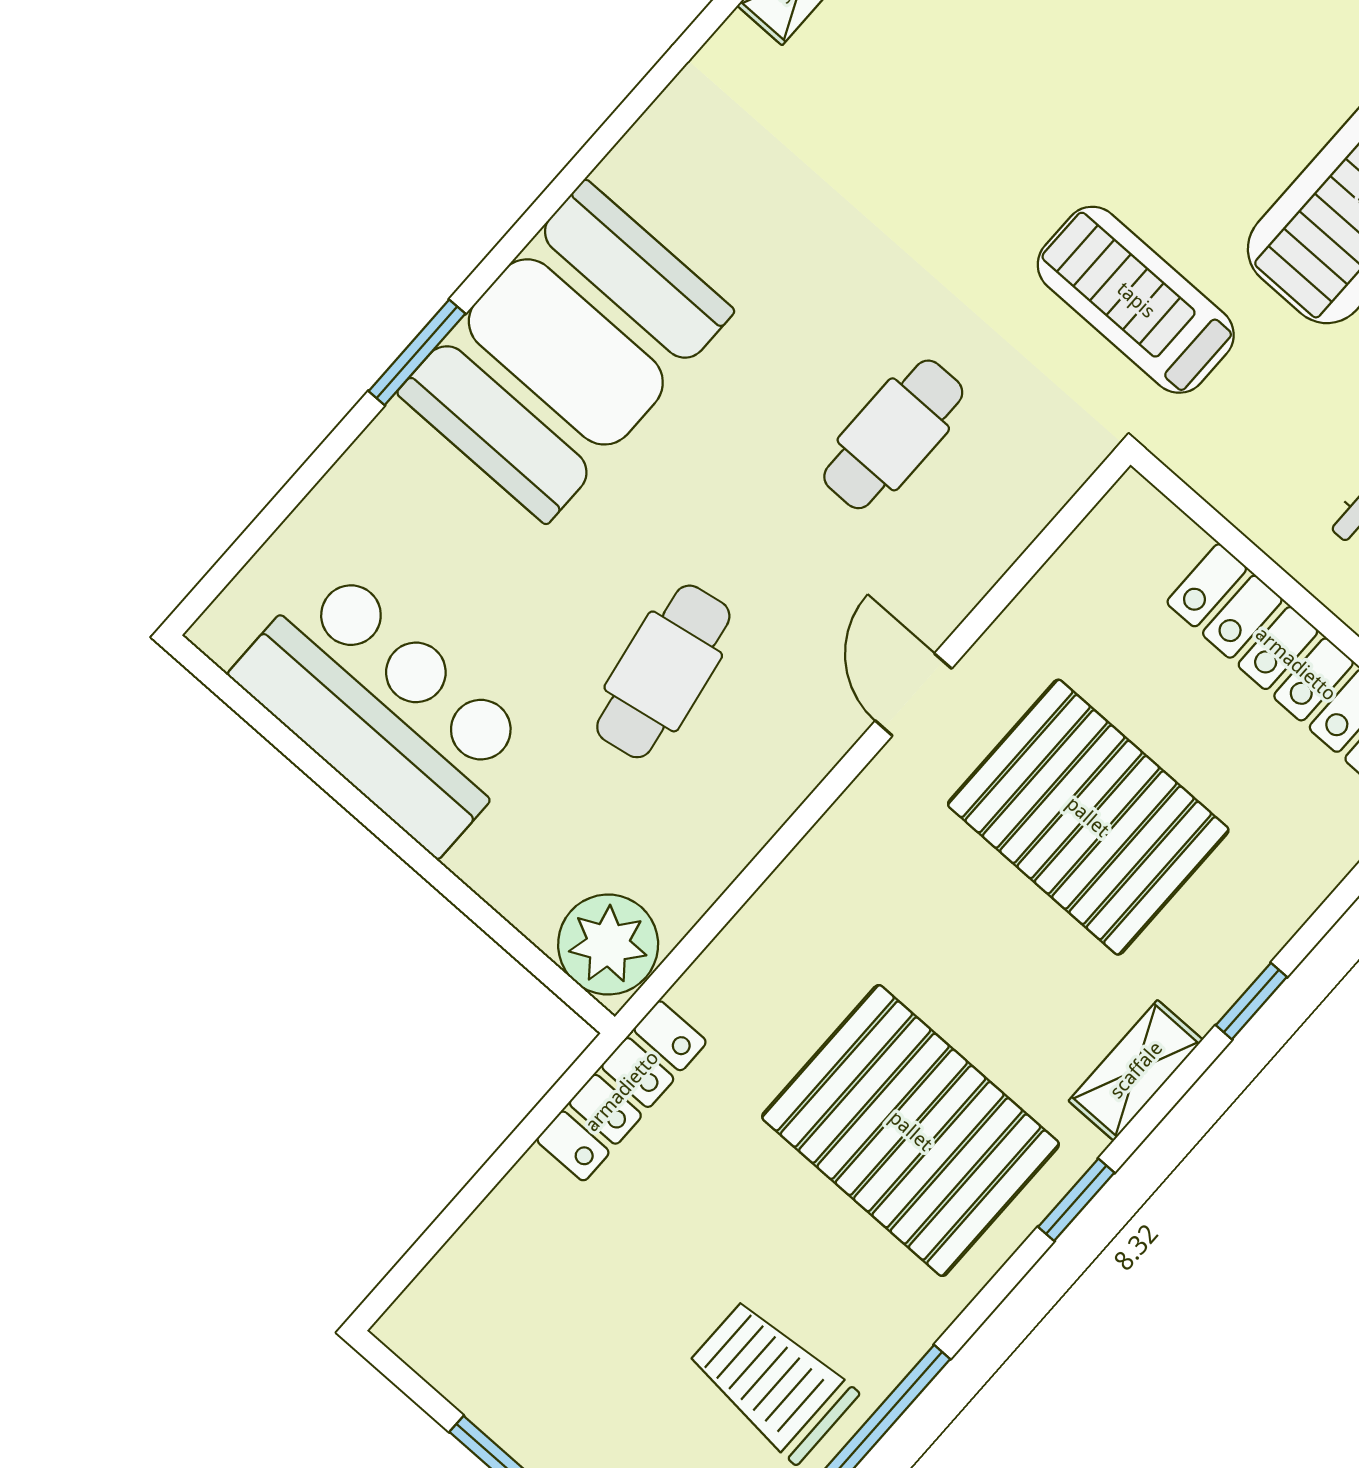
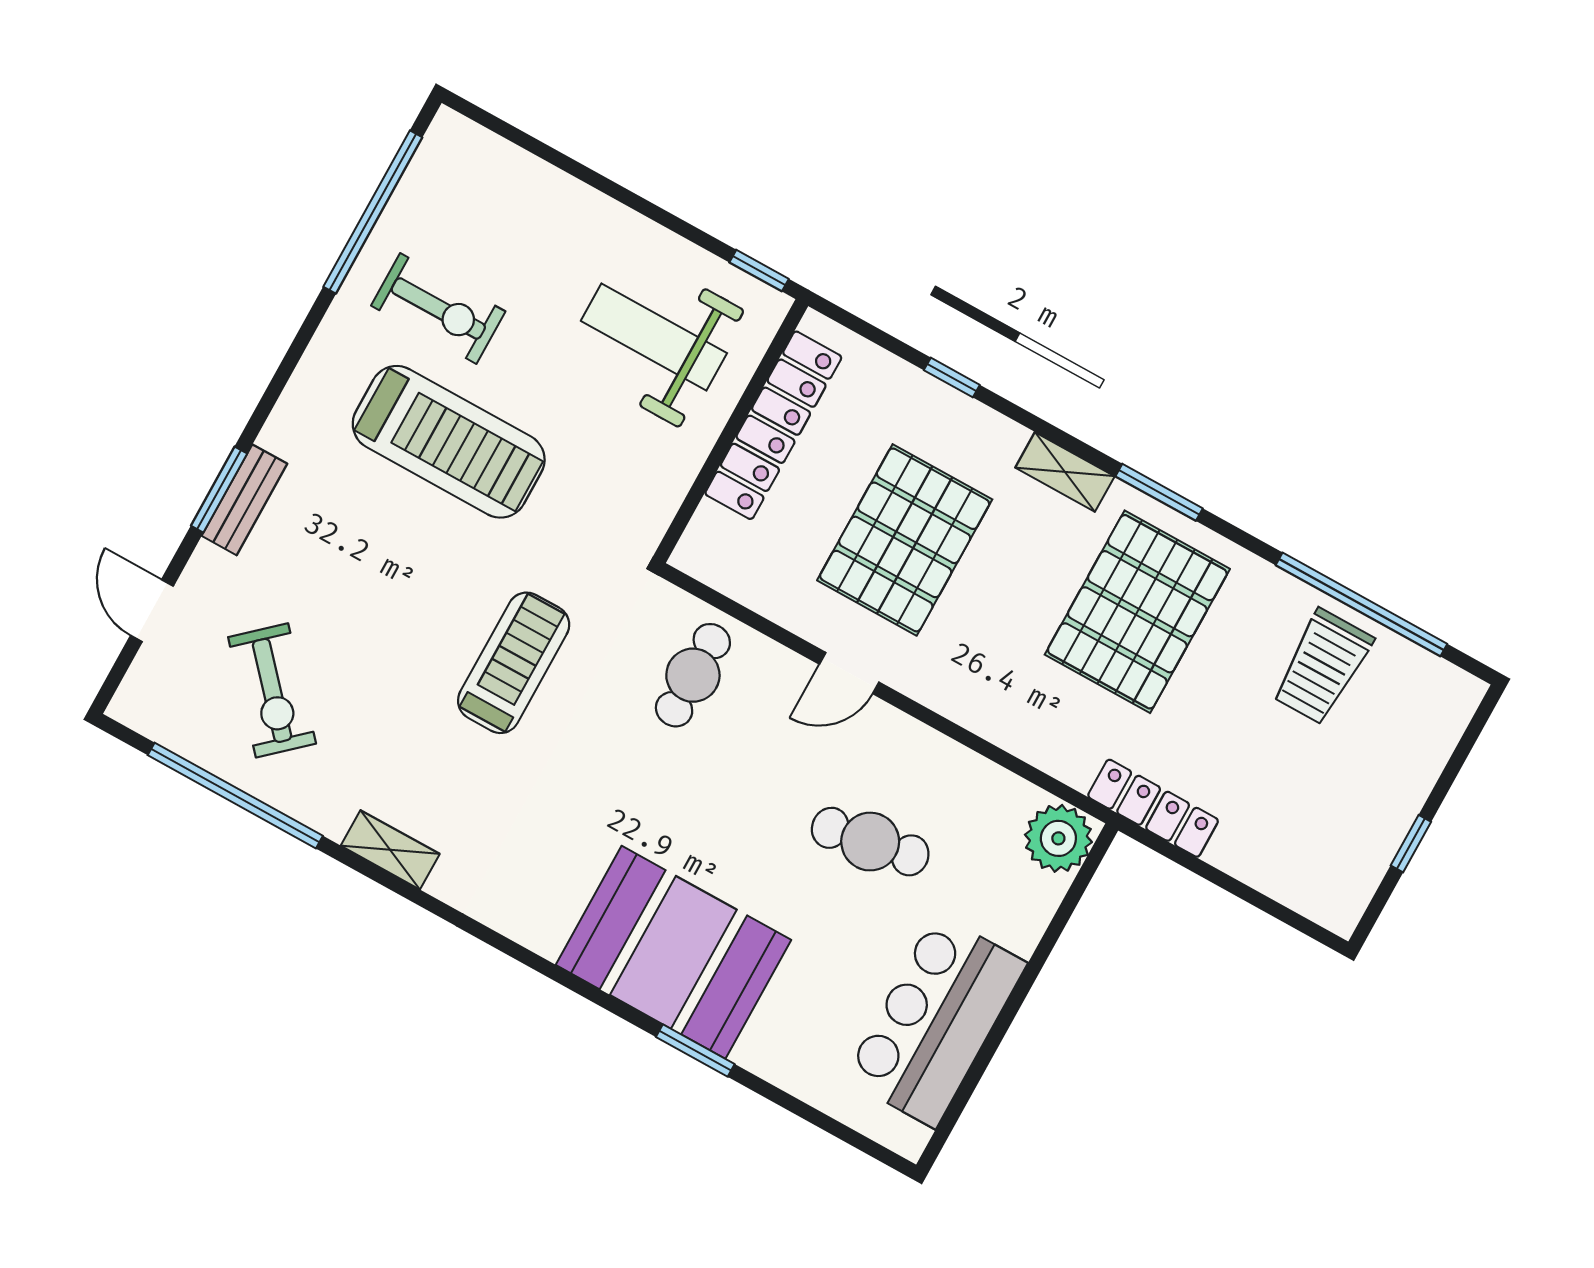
treadmill: (1136, 300) -> (514, 663), moved, turned 180
cafe table: (893, 434) -> (693, 675), moved, turned 90
window: (1251, 1001) -> (952, 377), moved
window: (1076, 1200) -> (1159, 492), width x1.50

